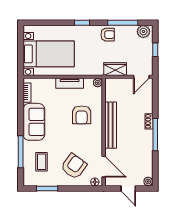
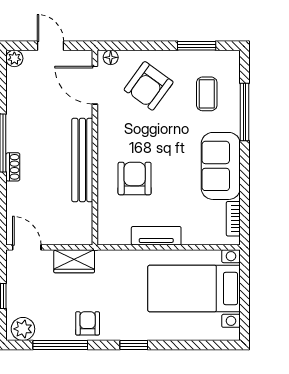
armchair: (108, 35) -> (88, 323), turned 90
door: (141, 77) -> (27, 247), hinge flipped
plant: (98, 83) -> (105, 237), removed

